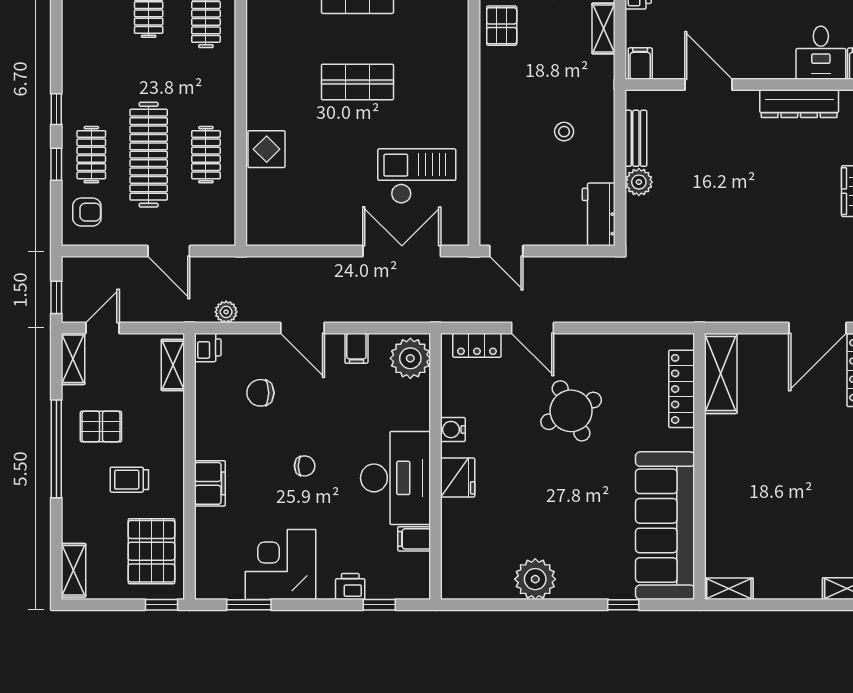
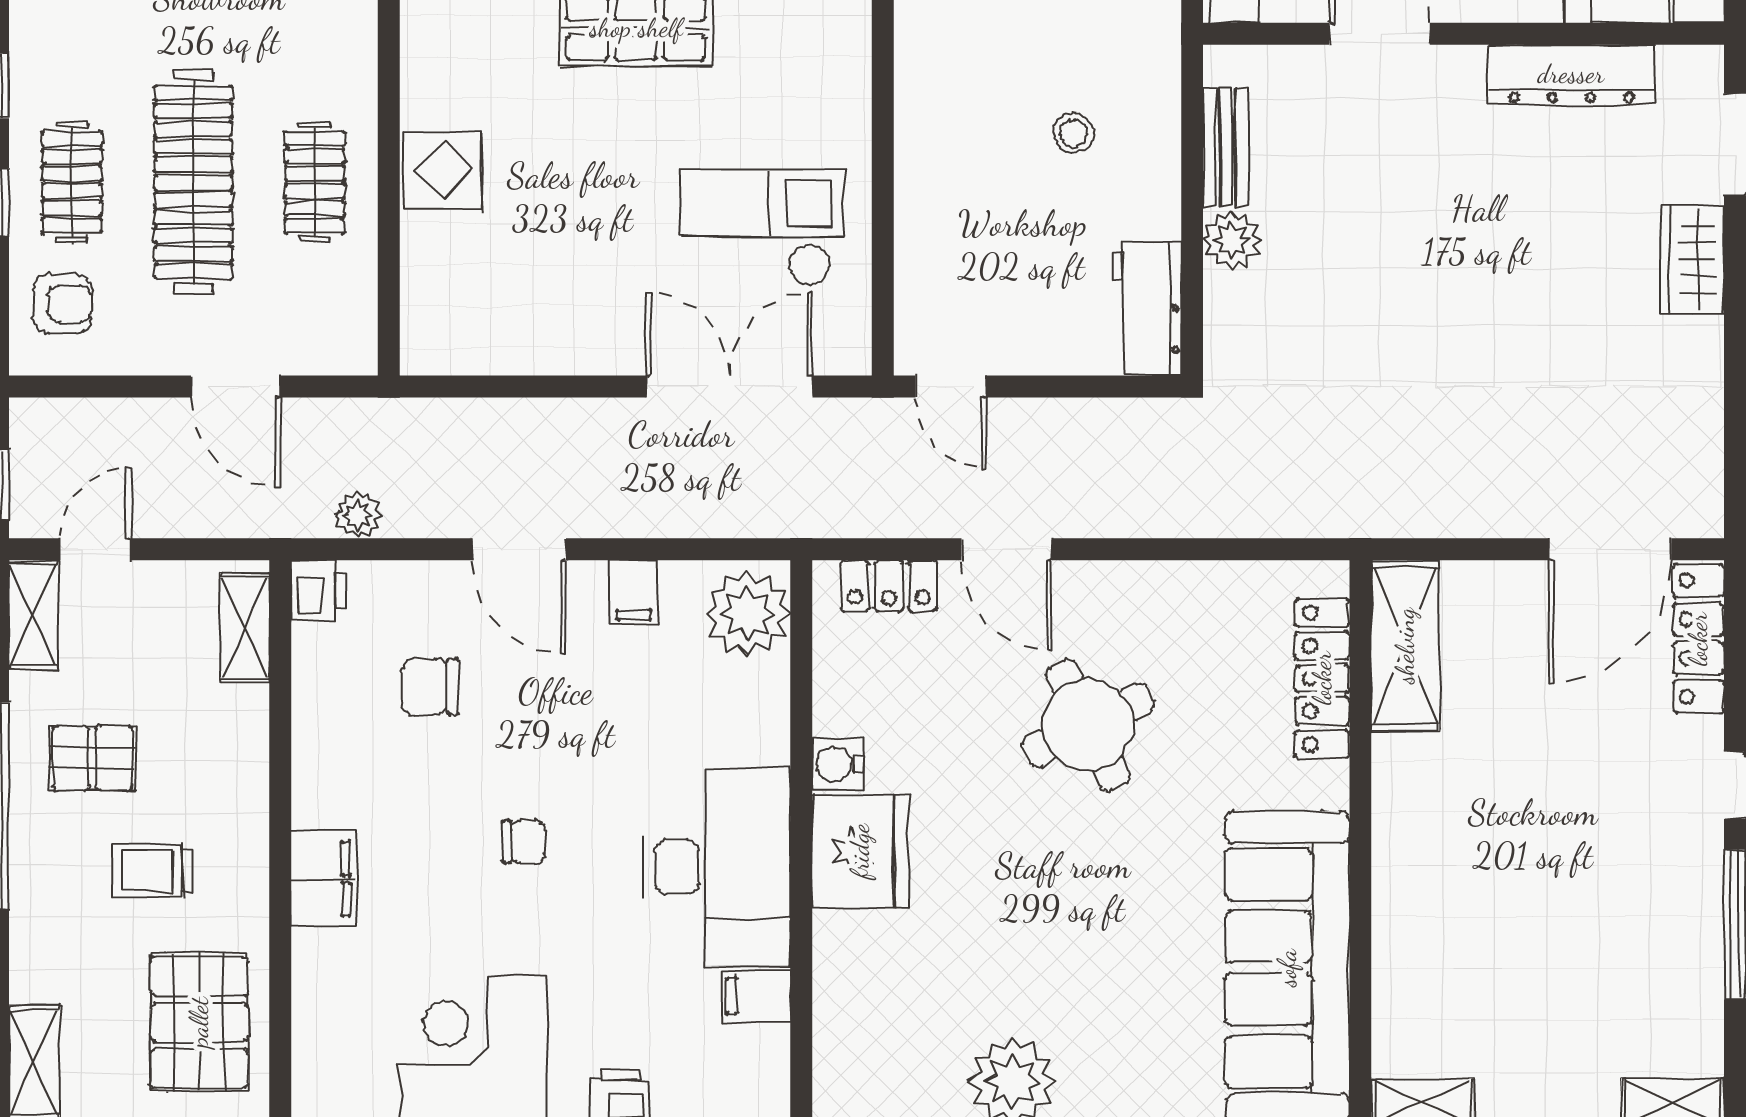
fridge: (458, 478) -> (860, 851), width x1.36, depth x1.34

